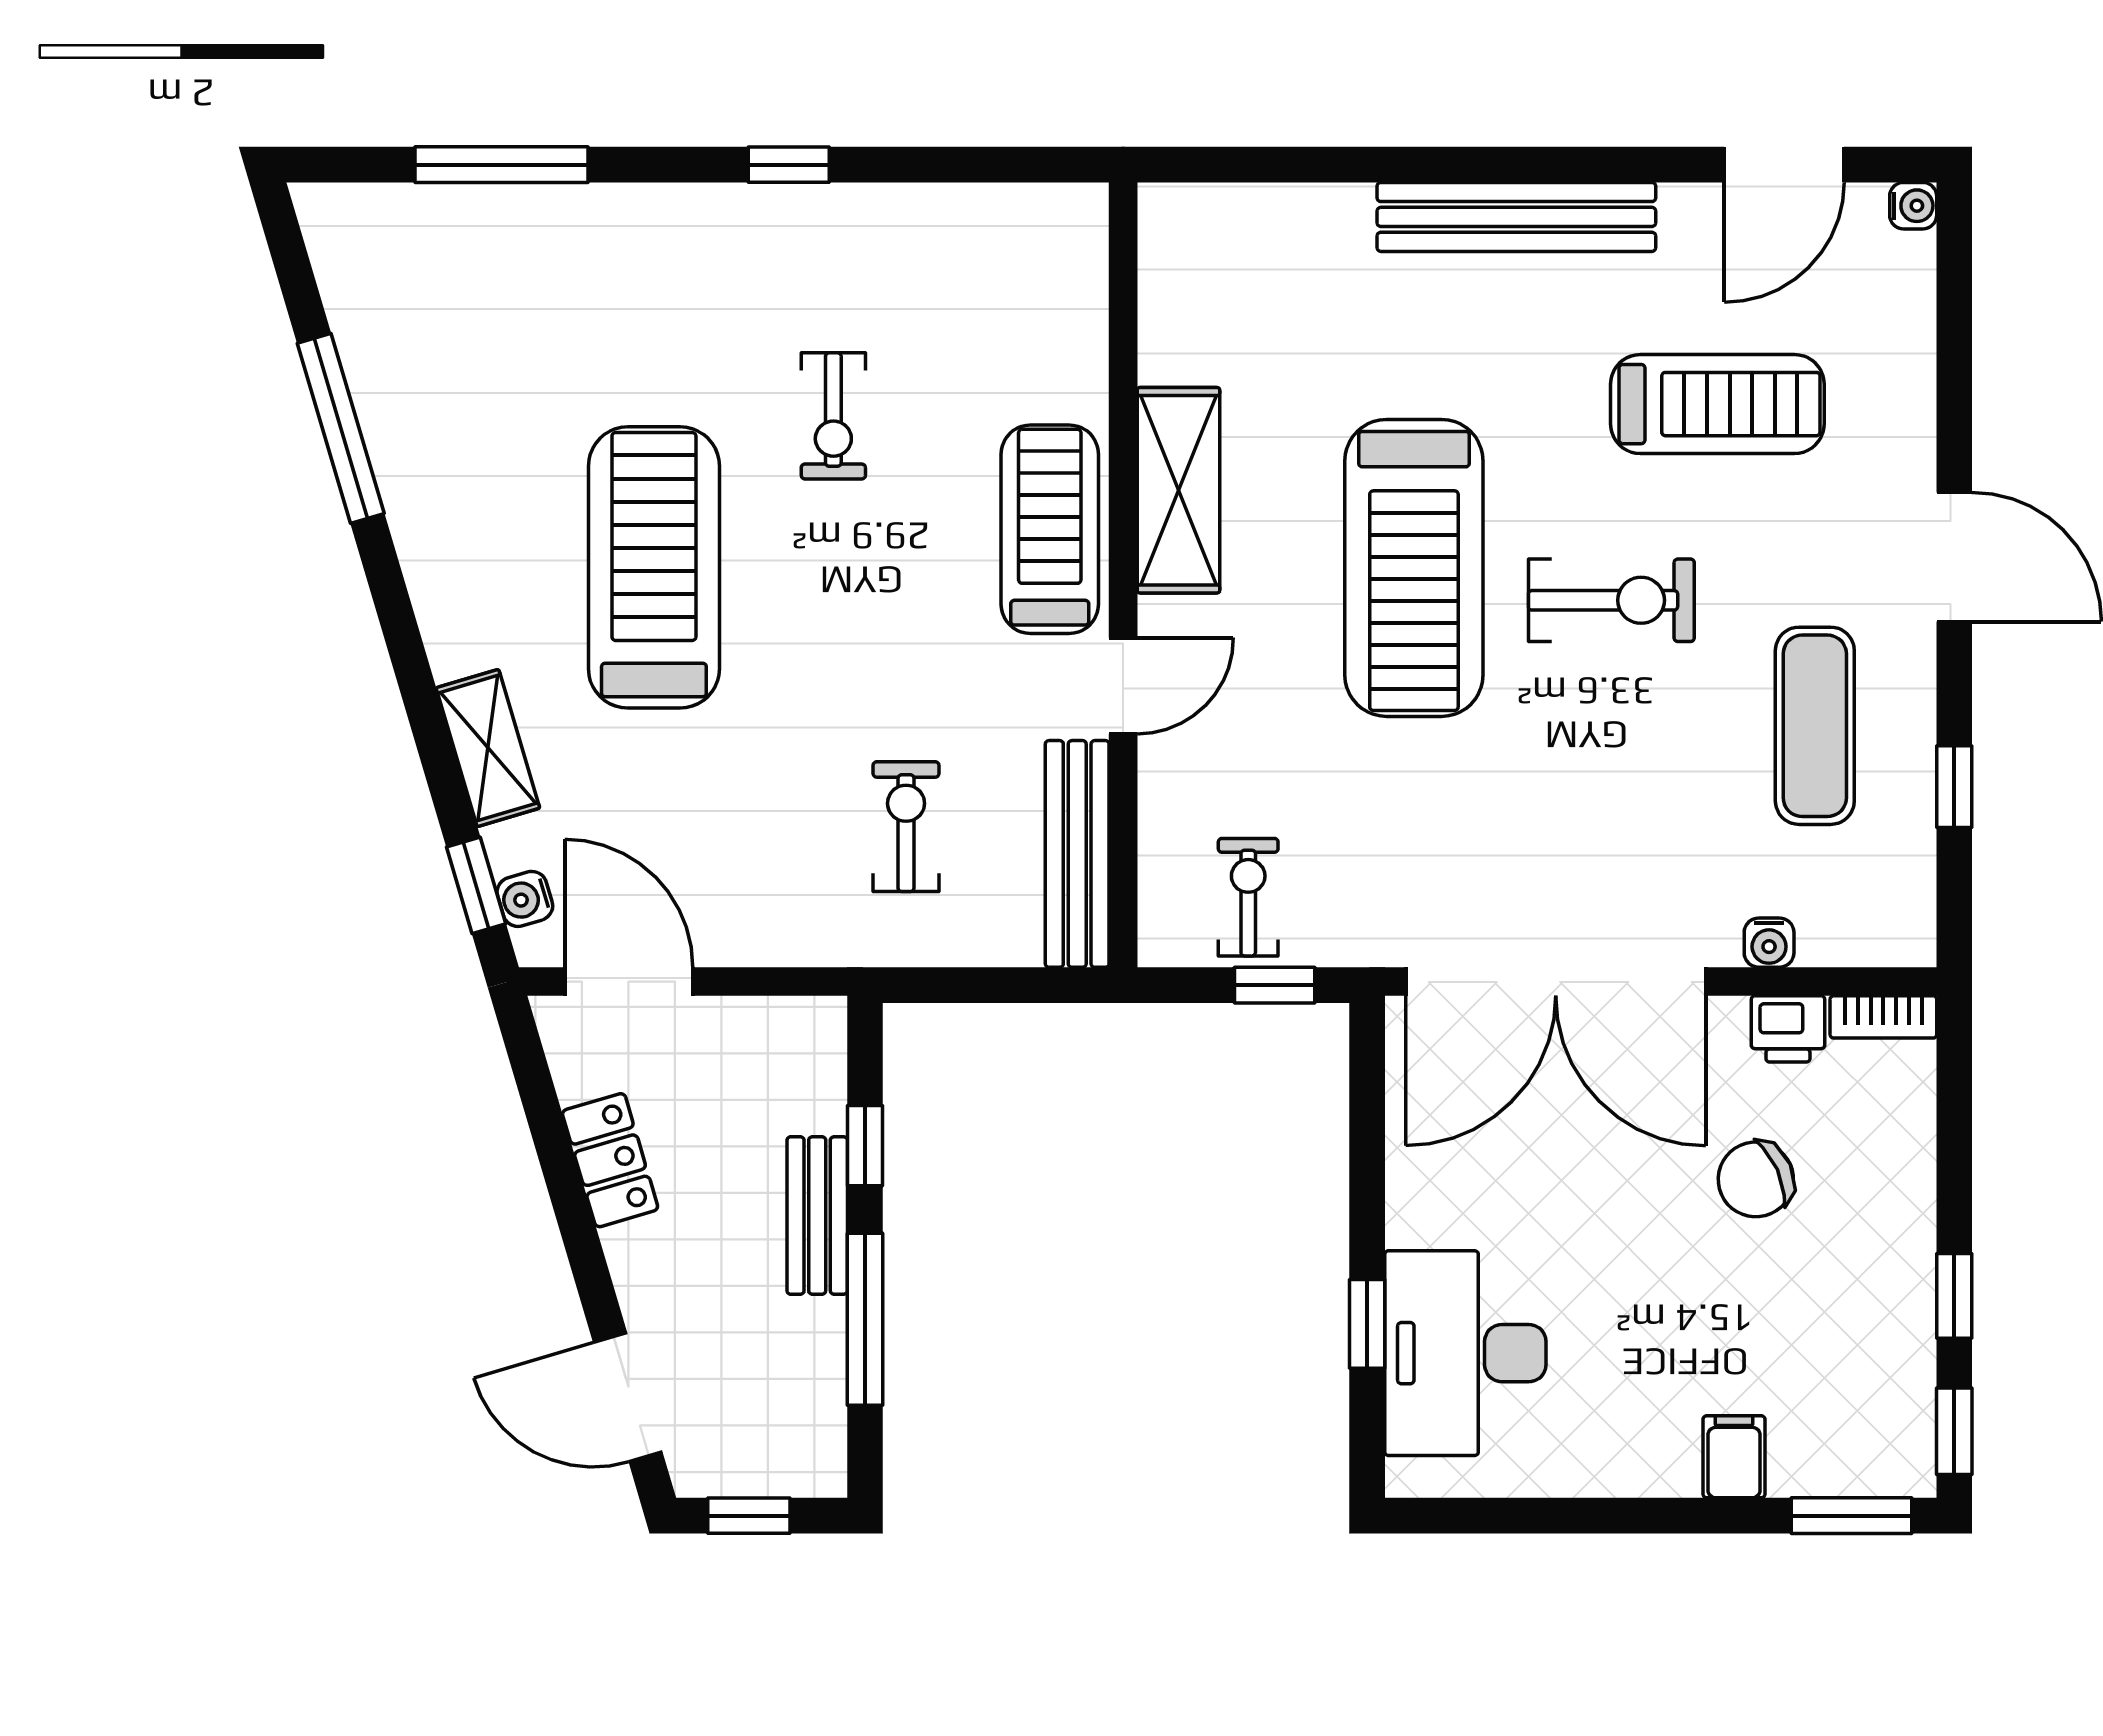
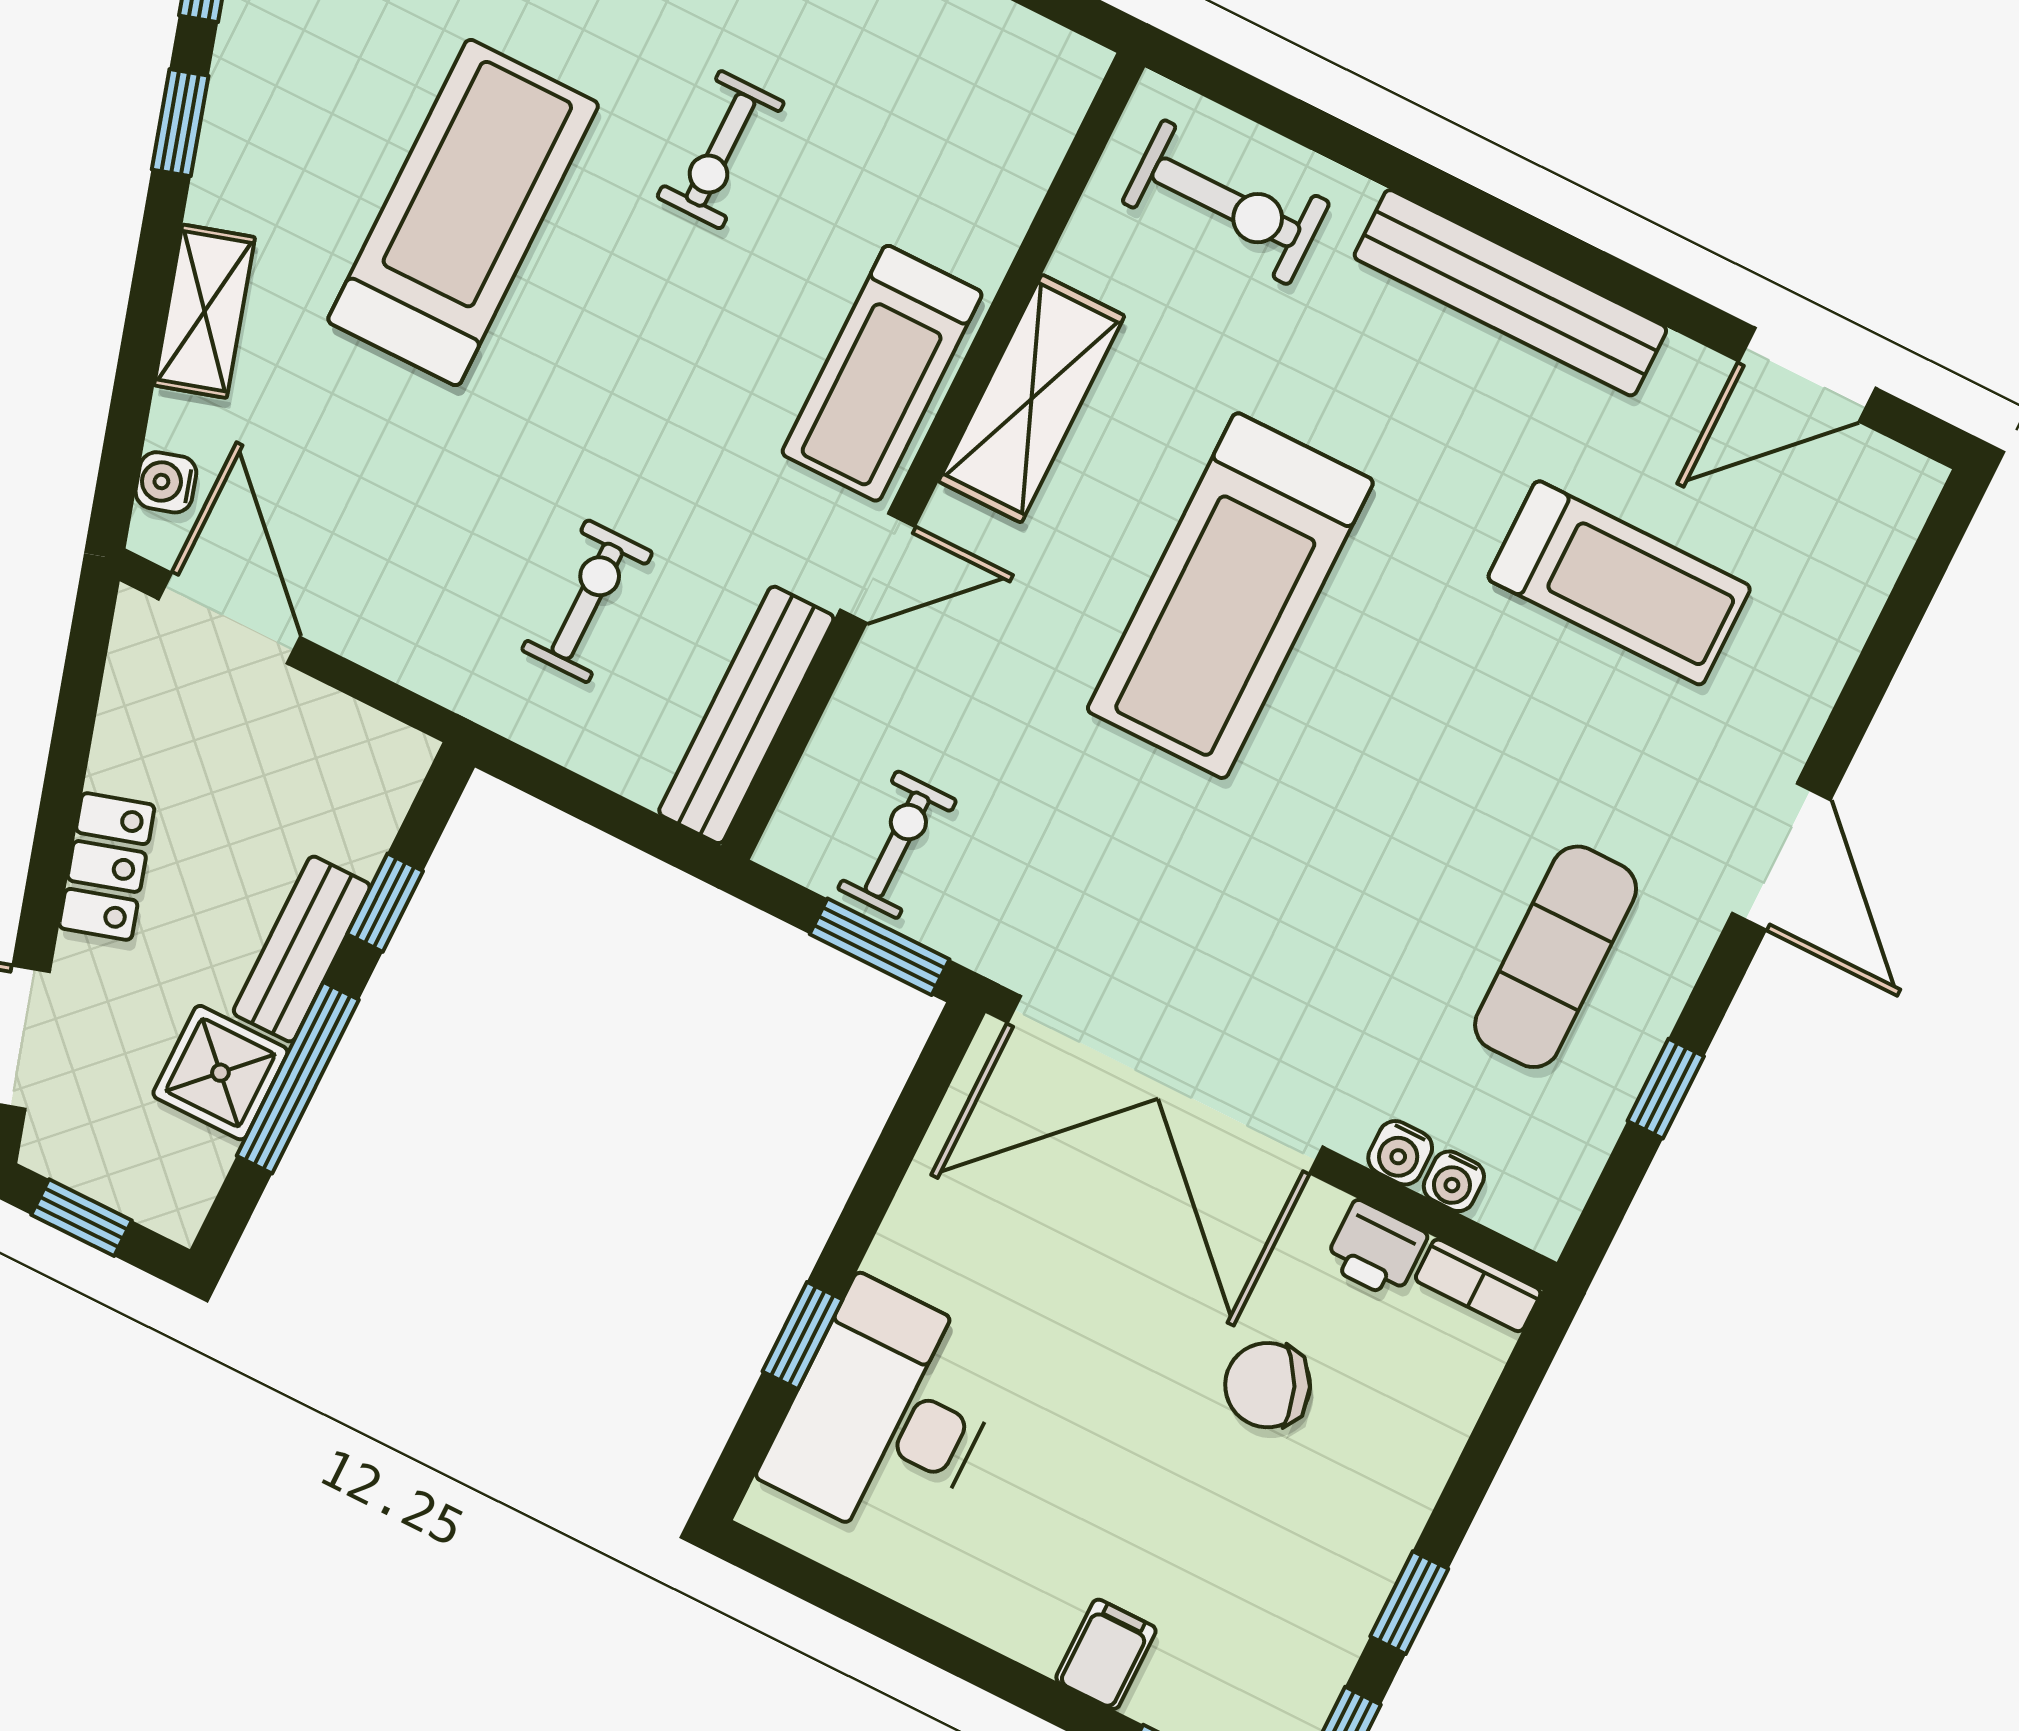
water cooler: (1913, 206) -> (1454, 1181), moved, turned 90
treadmill: (1050, 529) -> (882, 373), turned 180
exercise bike: (1611, 600) -> (1226, 202), moved
window: (476, 885) -> (180, 123), moved
window: (1275, 985) -> (880, 947), width x1.50
locker: (610, 1160) -> (107, 866), moved
shower: (802, 1346) -> (220, 1073), added

